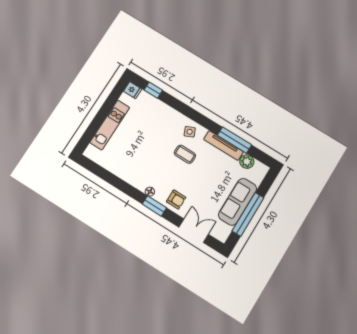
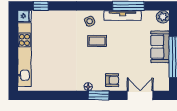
kitchen unit: (110, 125) -> (24, 55), width x1.36
plant: (247, 162) -> (163, 17), moved
sofa: (238, 202) -> (160, 47), width x0.73

